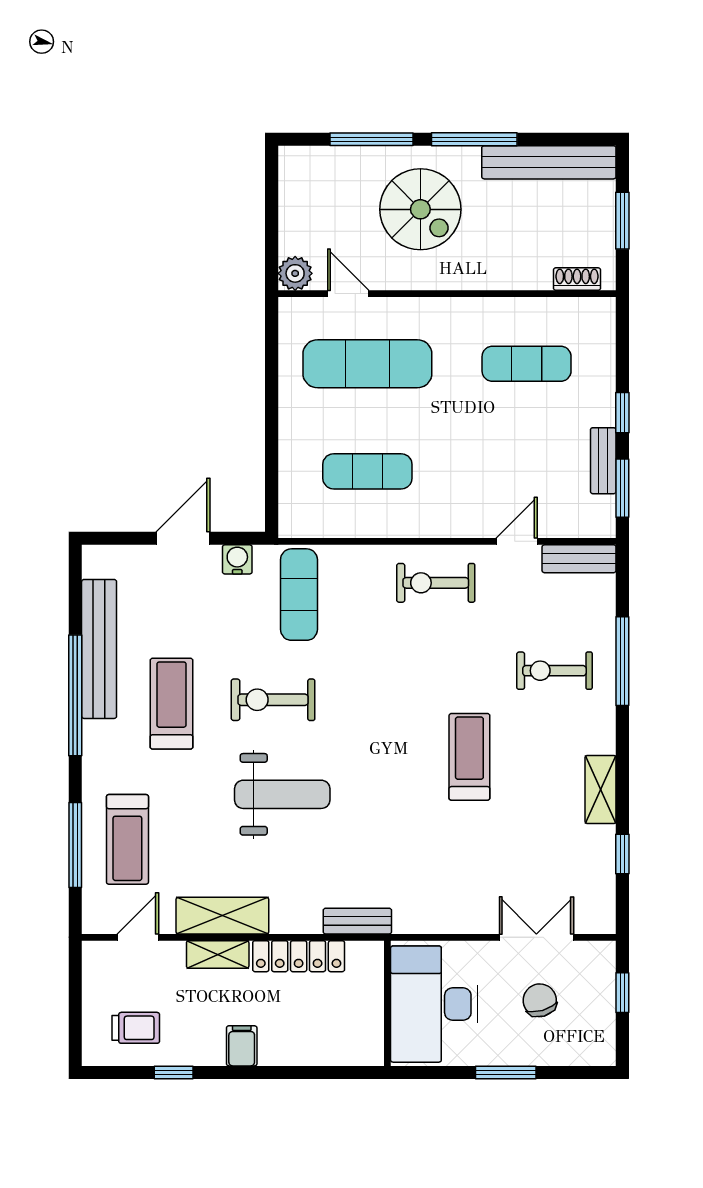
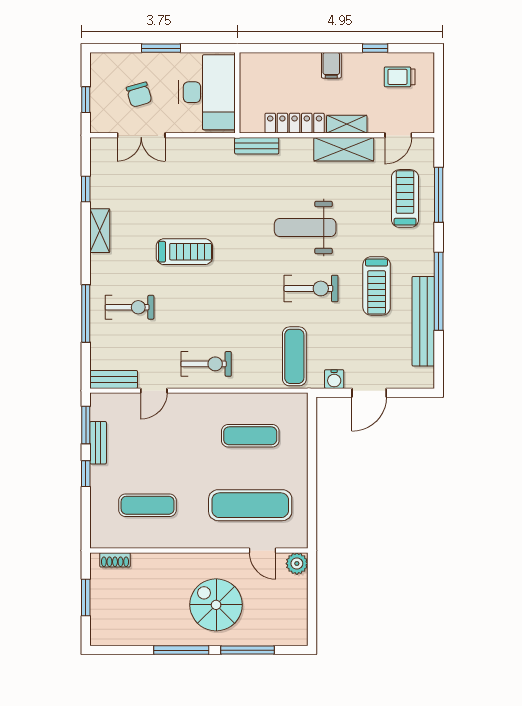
bench: (549, 162) -> (133, 635), removed
treadmill: (469, 757) -> (184, 252), turned -90

